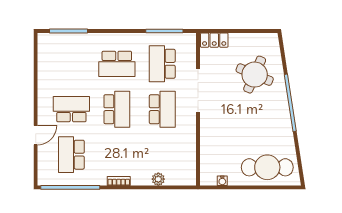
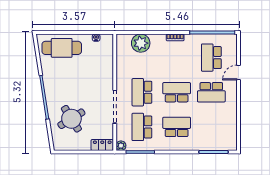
plant: (190, 39) -> (121, 146), added
school desk: (162, 64) -> (142, 127), turned 180
round table: (255, 75) -> (71, 119), turned 35
school desk: (117, 109) -> (177, 92), turned 90
school desk: (71, 155) -> (211, 58), turned 180
plant: (158, 179) -> (141, 43), width x1.88, depth x1.88

